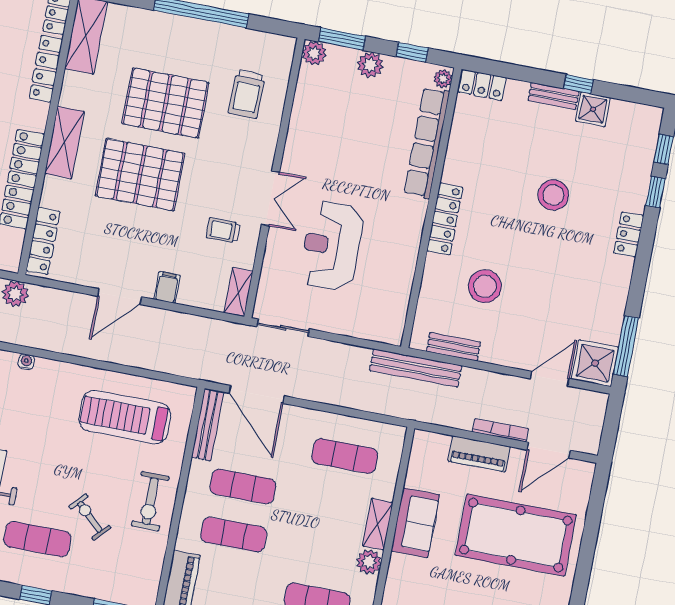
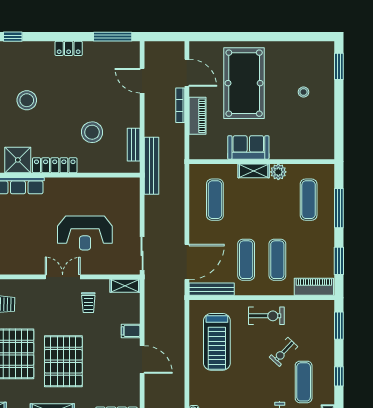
locker: (629, 234) -> (69, 48), moved
shower: (595, 363) -> (18, 160), moved

